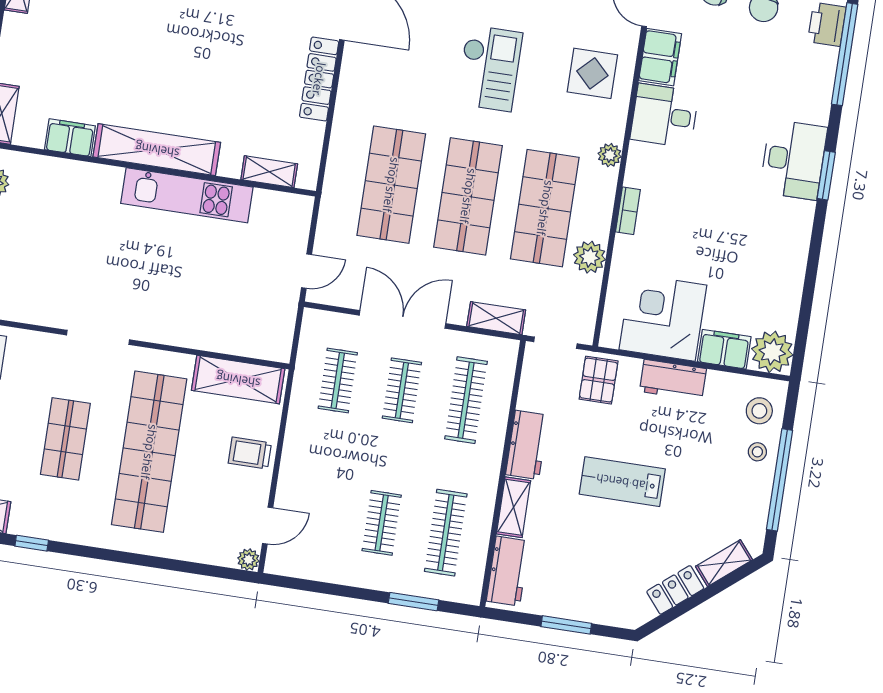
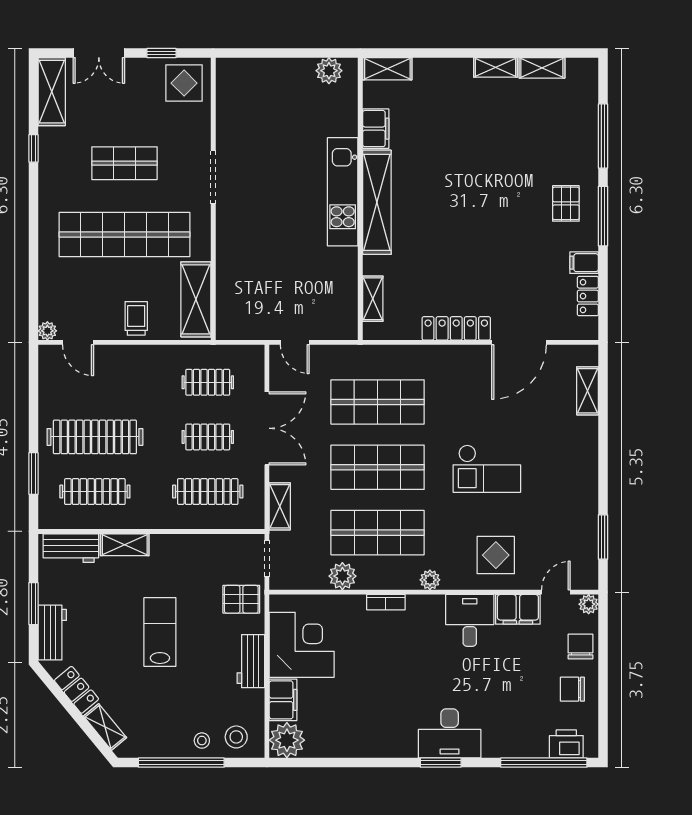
kitchen unit: (187, 195) -> (343, 192), moved
workbench: (527, 445) -> (52, 632), moved, turned -90
clothes rail: (382, 523) -> (95, 437), width x1.86, depth x1.31

